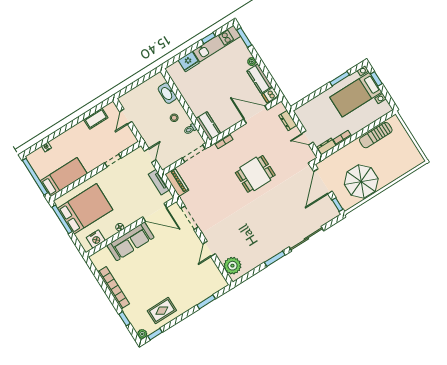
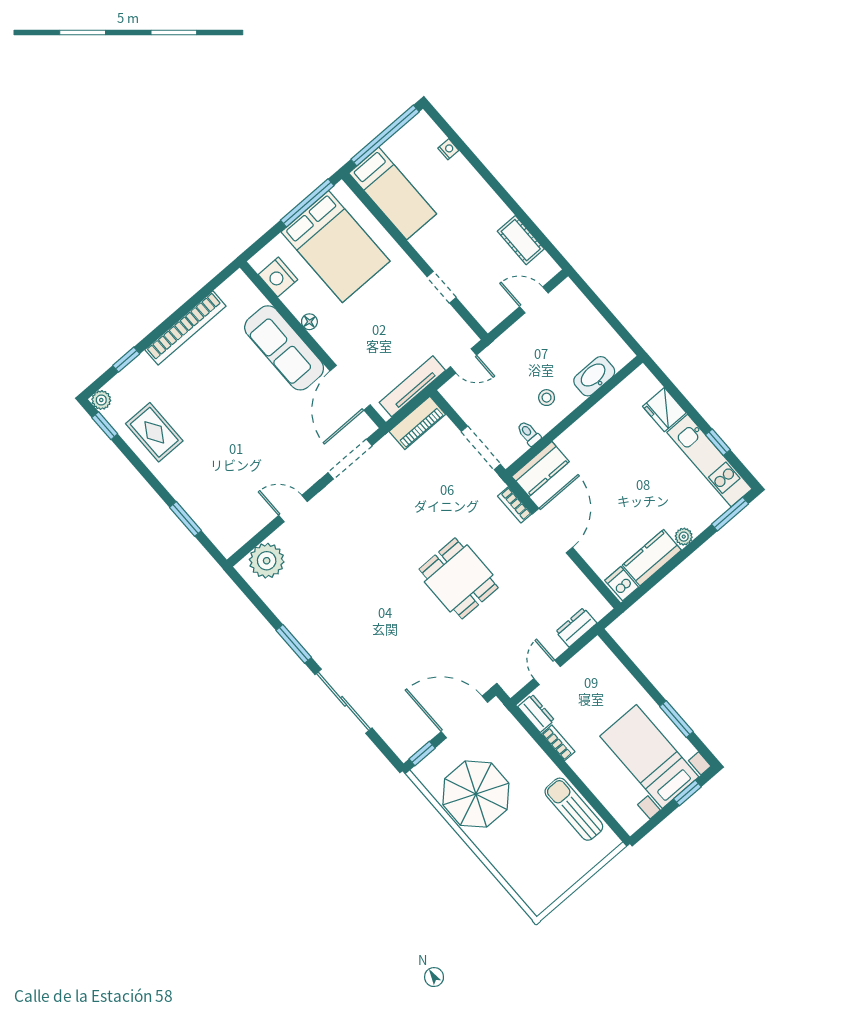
door: (256, 114) -> (553, 531), moved
tv unit: (159, 182) -> (412, 386), width x1.41

